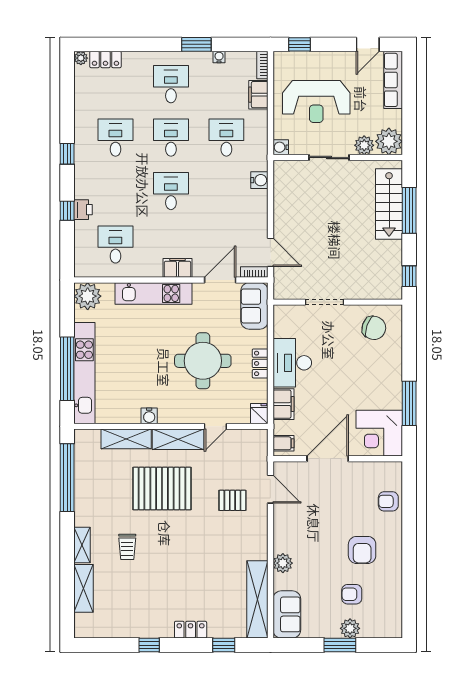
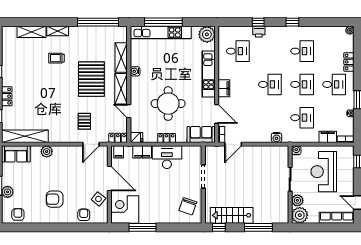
locker: (105, 59) -> (349, 62), moved
stairs: (389, 204) -> (232, 215), moved
locker: (260, 445) -> (118, 138), added
side table: (362, 477) -> (98, 199), added
armchair: (352, 594) -> (18, 214), moved

